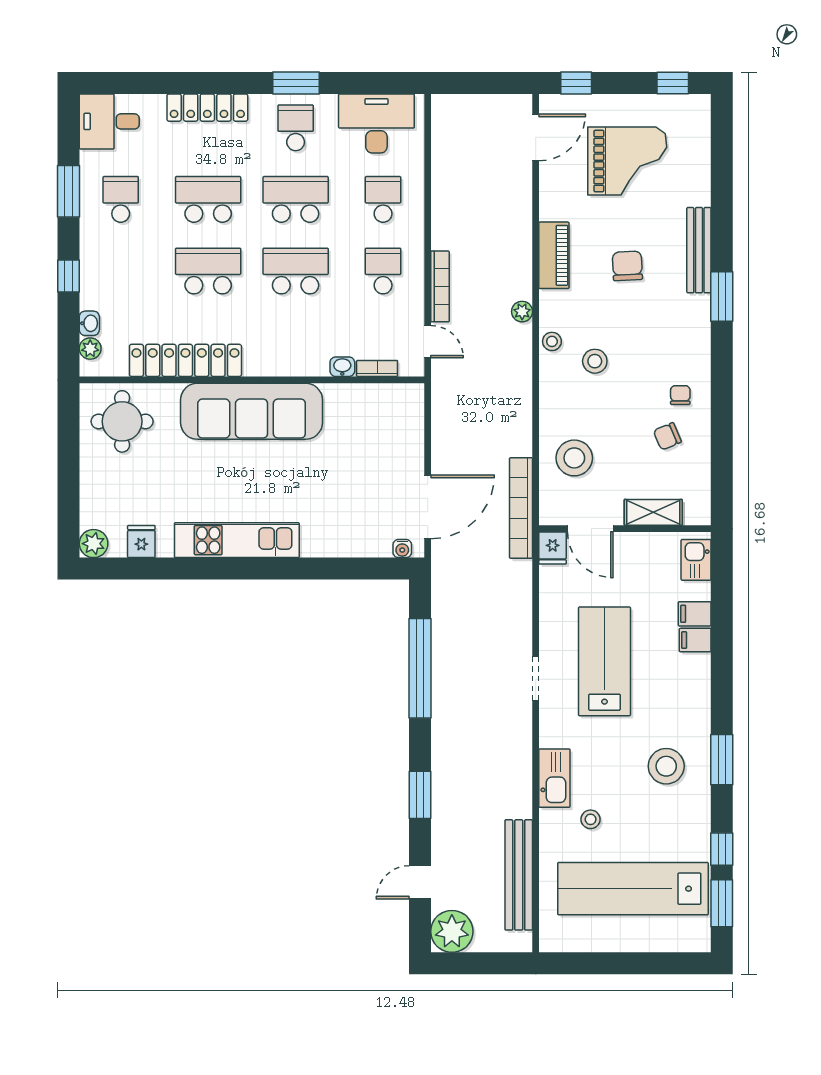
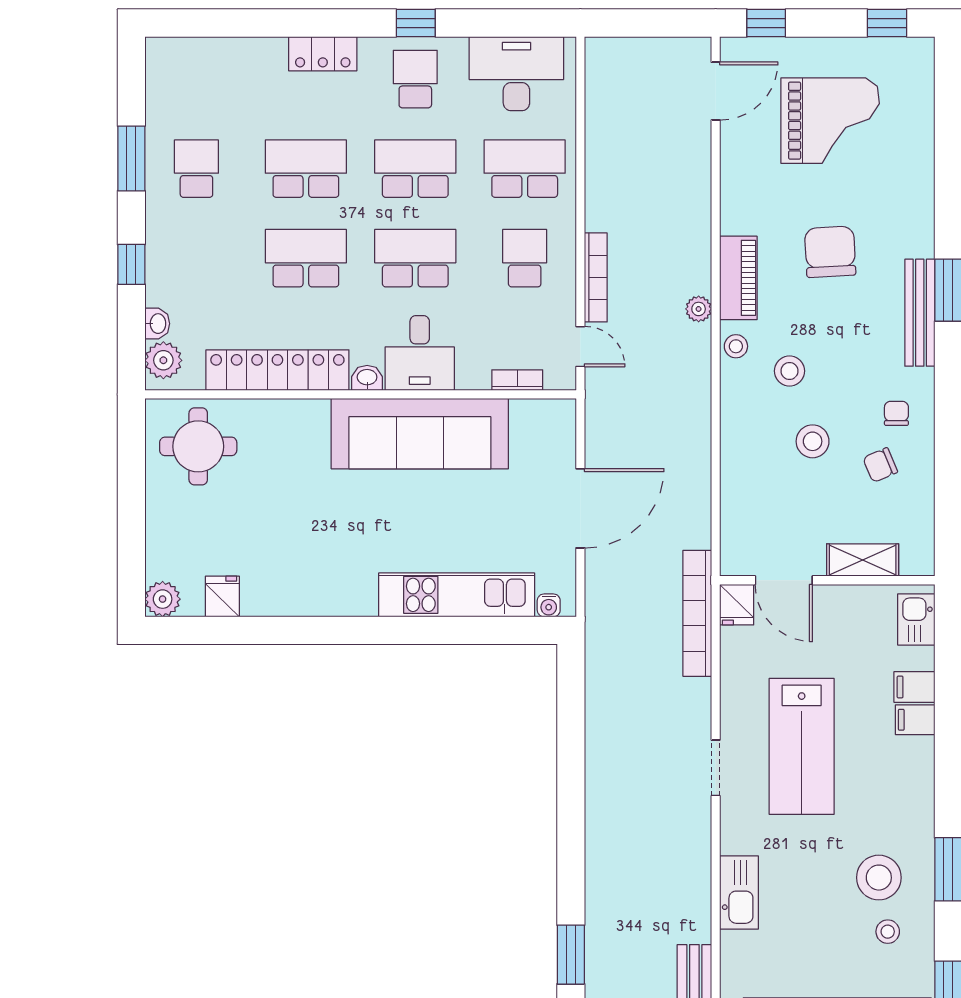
window: (296, 83) -> (416, 23), width x0.67
locker: (207, 108) -> (323, 54), width x0.66
desk: (109, 121) -> (420, 353), moved, turned -90
school desk: (383, 199) -> (525, 169), width x1.85
bench: (699, 250) -> (920, 313), moved
piano: (554, 255) -> (738, 278), moved
chair: (627, 266) -> (830, 252), width x1.37, depth x1.37
plant: (90, 349) -> (163, 360), width x1.38, depth x1.38
washbasin: (342, 367) -> (367, 378), moved
sofa: (252, 411) -> (420, 434), moved
stool: (574, 458) -> (813, 441), moved, width x0.73, depth x0.73
door: (428, 507) -> (580, 508), moved
bookcase: (521, 508) -> (697, 613), moved
kitchen unit: (237, 540) -> (457, 595), moved
lab bench: (604, 661) -> (802, 746), turned 180
window: (420, 668) -> (571, 755), removed
window: (420, 795) -> (571, 955), moved
stool: (591, 819) -> (888, 932), moved

